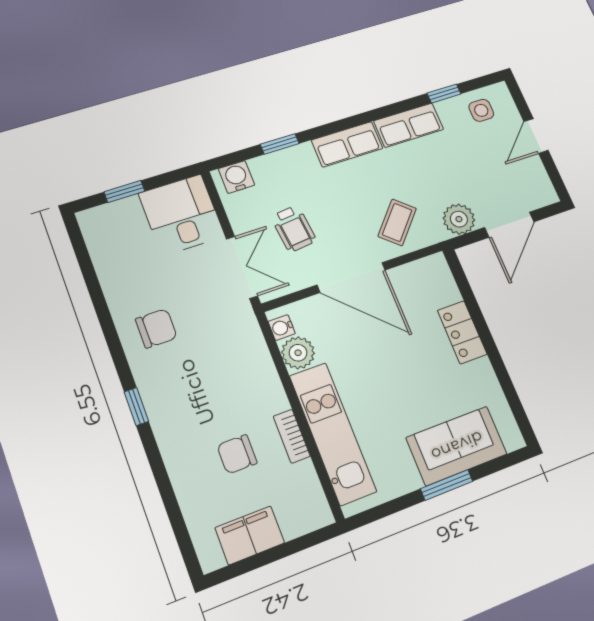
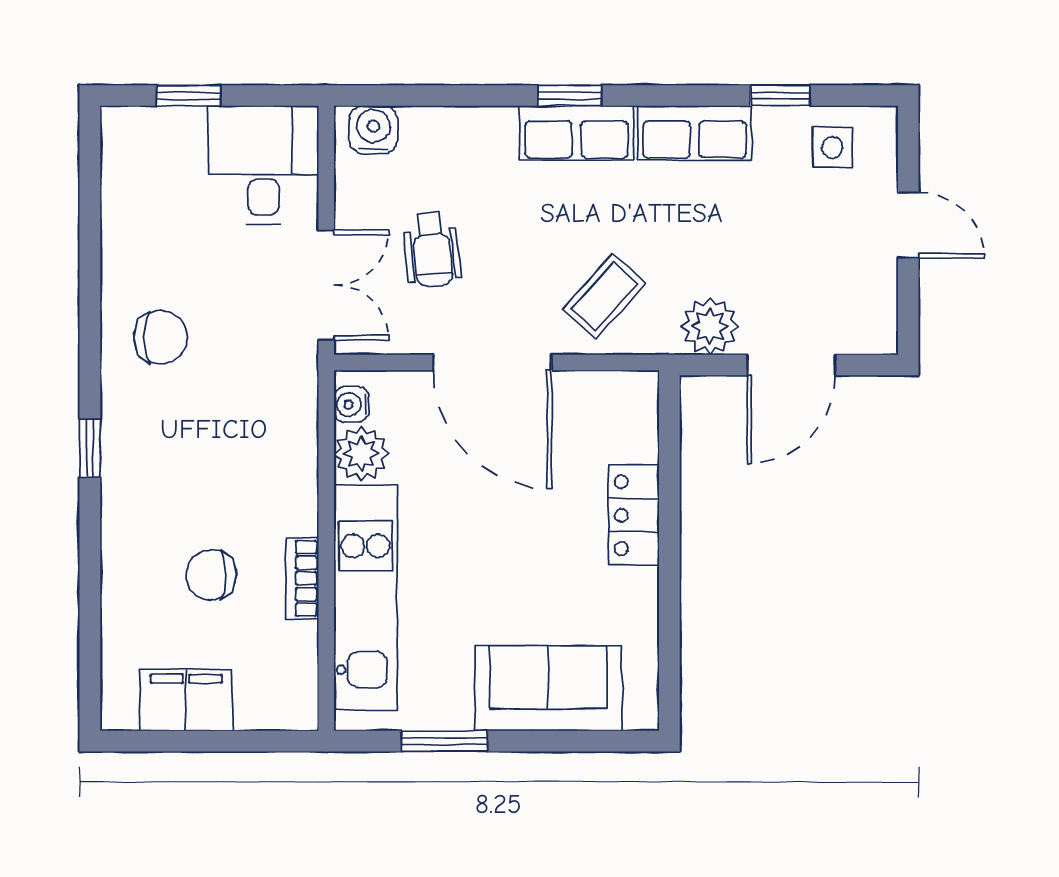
door: (536, 136) -> (908, 225), swing flipped
window: (280, 144) -> (570, 96), moved
window: (447, 485) -> (445, 741), moved

